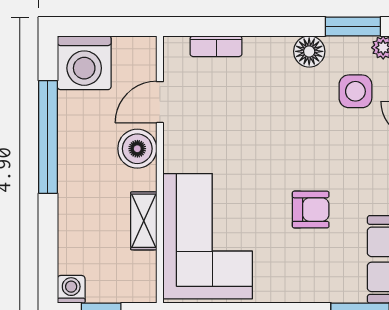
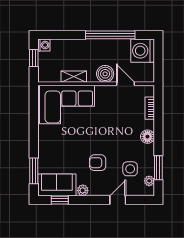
floor lamp: (309, 51) -> (147, 137), moved
armchair: (311, 210) -> (98, 163), moved, turned 90

